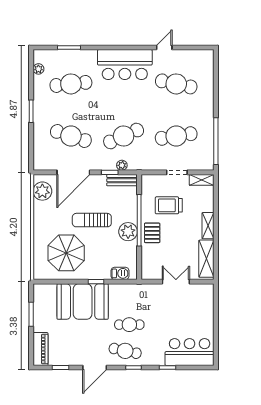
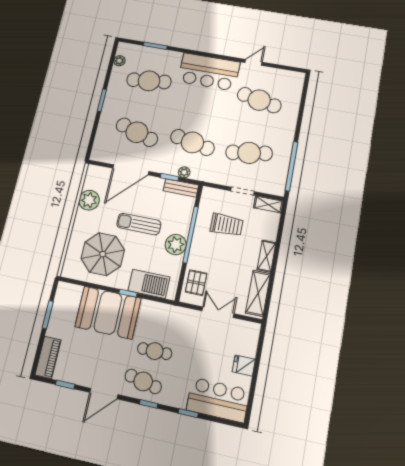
cafe table: (124, 136) -> (192, 142), turned 36
plant: (42, 191) -> (89, 200), moved
trolley: (169, 205) -> (227, 225), turned 180
pallet: (152, 233) -> (196, 283), moved
barbecue: (120, 273) -> (149, 284), width x1.88, depth x1.53
fridge: (205, 320) -> (244, 366), added

